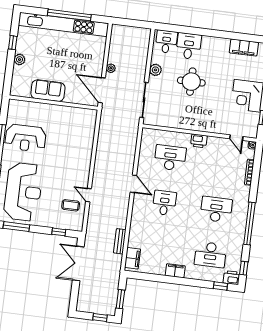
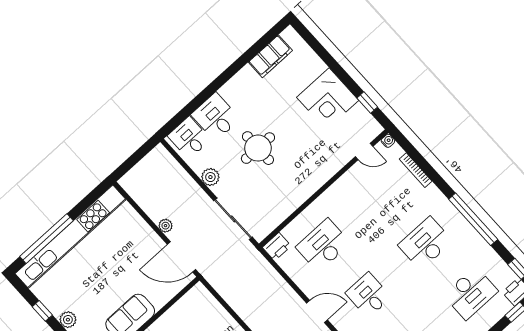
window: (69, 15) -> (46, 239), moved
printer: (199, 141) -> (277, 247), moved

